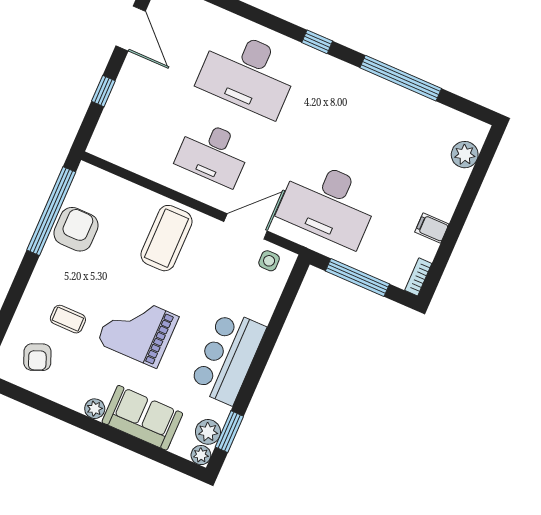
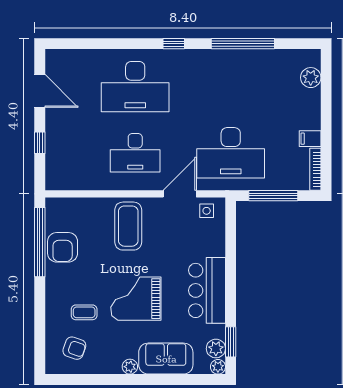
armchair: (76, 229) -> (63, 247), turned 180
bookcase: (418, 277) -> (315, 169), width x1.56
armchair: (37, 357) -> (74, 348), turned -49

